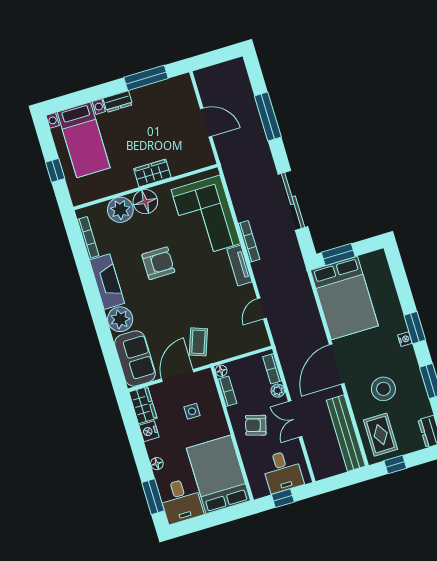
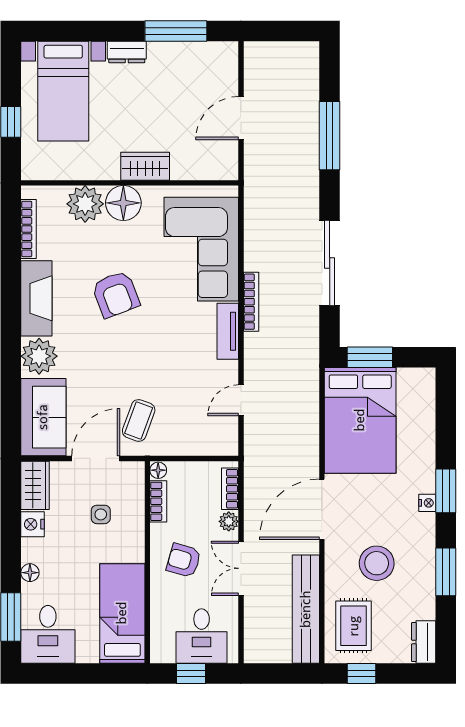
door: (206, 122) -> (241, 118), swing flipped
armchair: (158, 263) -> (116, 294), turned 69
bed: (218, 474) -> (122, 613), width x0.67

